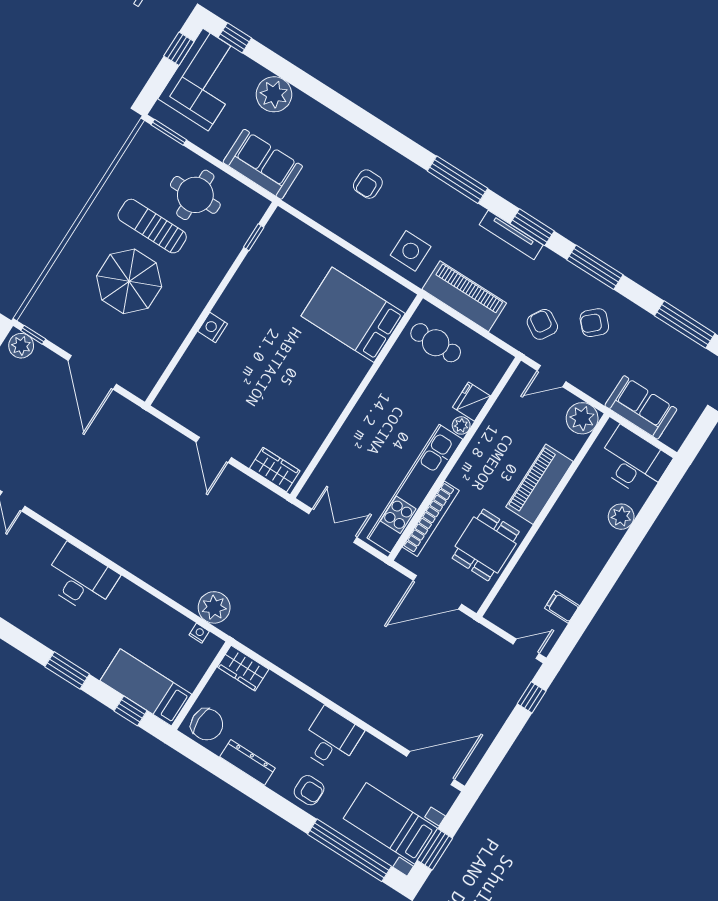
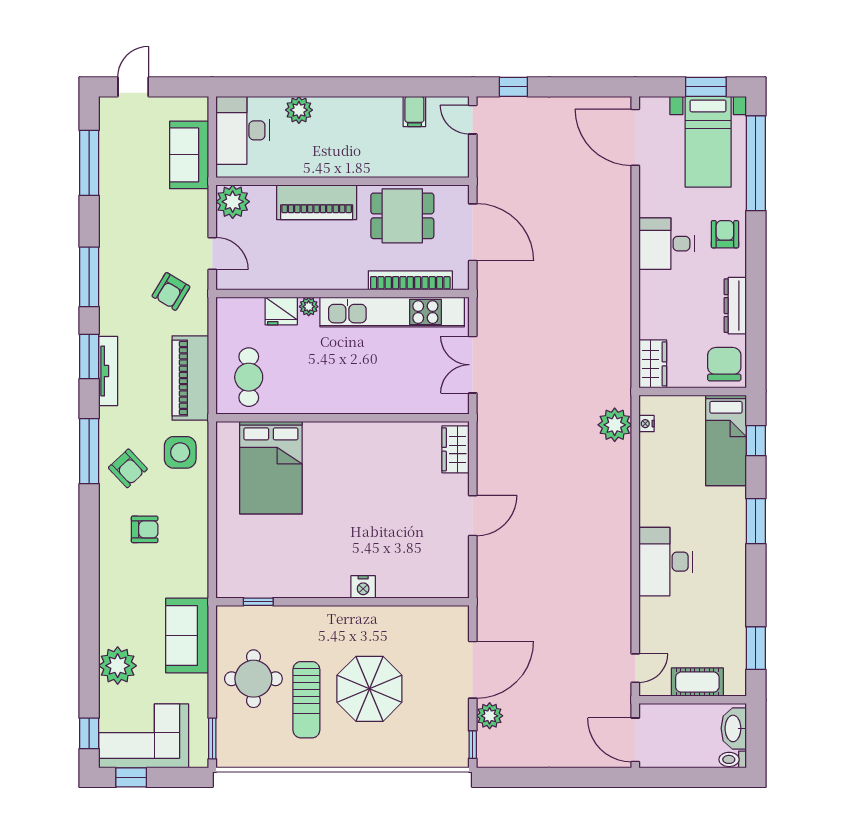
armchair: (594, 323) -> (128, 468), moved
plant: (21, 346) -> (490, 716), moved

